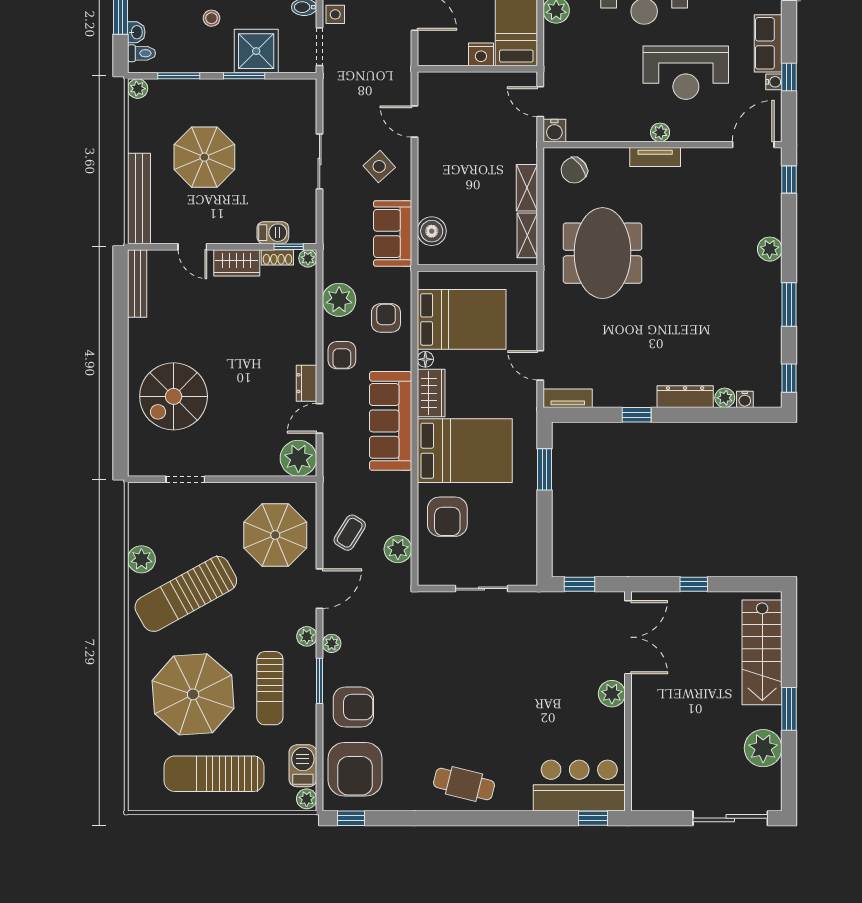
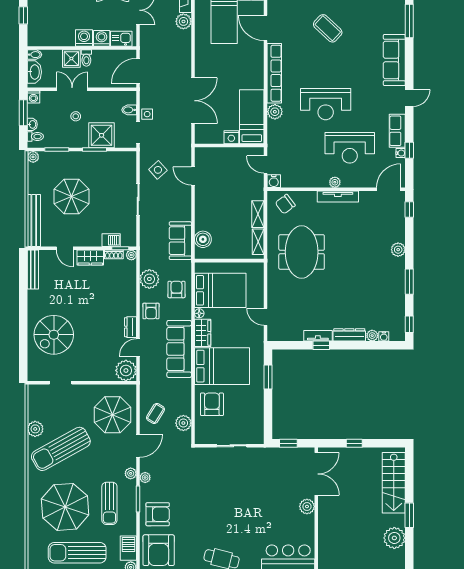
tv unit: (655, 157) -> (338, 197), width x1.41
side table: (379, 166) -> (158, 170), moved
tv unit: (568, 398) -> (318, 336), moved
armchair: (447, 517) -> (212, 404), turned 180

